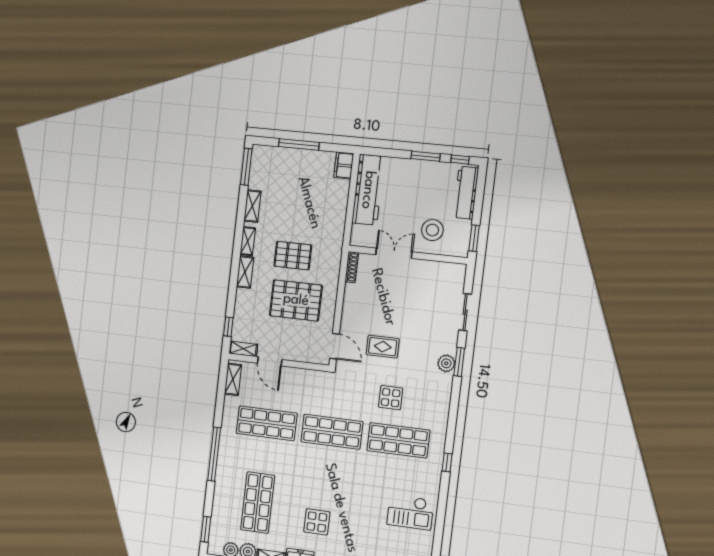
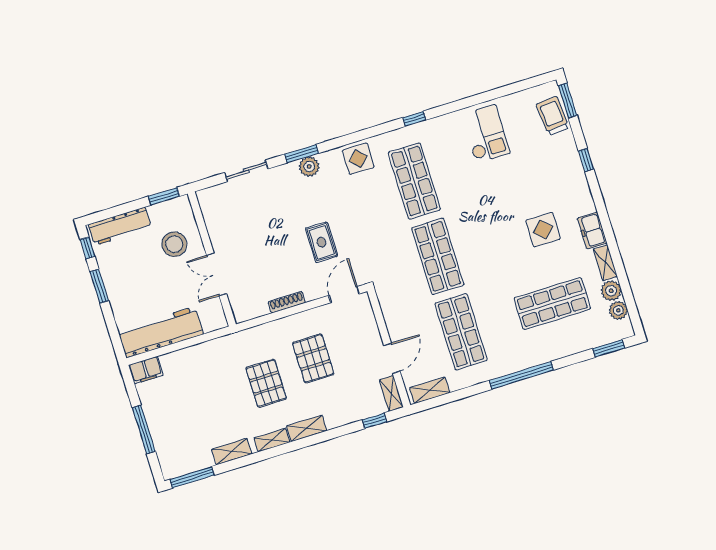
shoe rack: (352, 267) -> (287, 302), moved
pallet: (296, 300) -> (313, 358), width x0.73, depth x0.71
display table: (391, 398) -> (358, 159), moved

